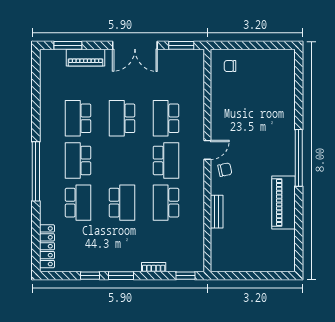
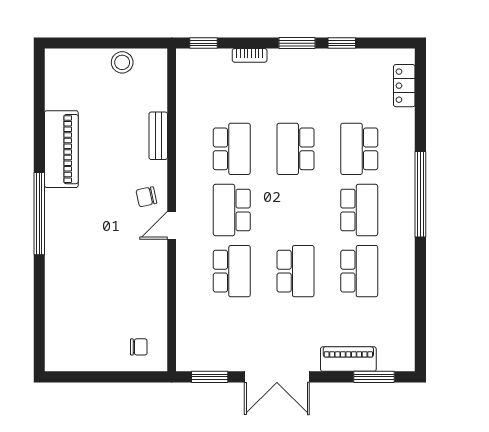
double door: (135, 45) -> (277, 377), swing flipped
locker: (47, 246) -> (404, 86), width x0.66
stool: (242, 262) -> (122, 62), added

